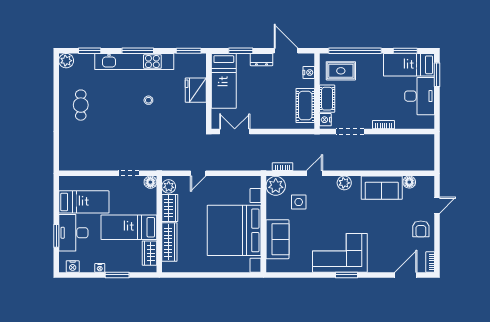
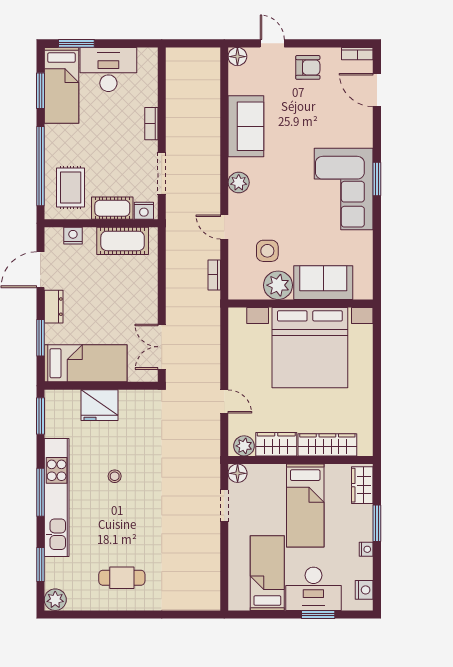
floor lamp: (409, 182) -> (237, 57), moved
plant: (276, 186) -> (278, 285), moved
wardrobe: (150, 253) -> (362, 485), moved, turned 90

